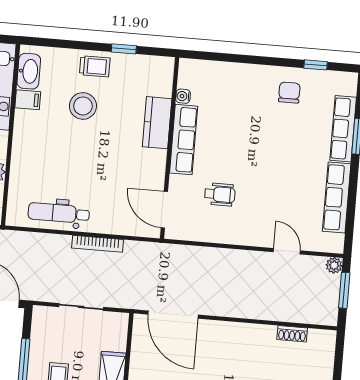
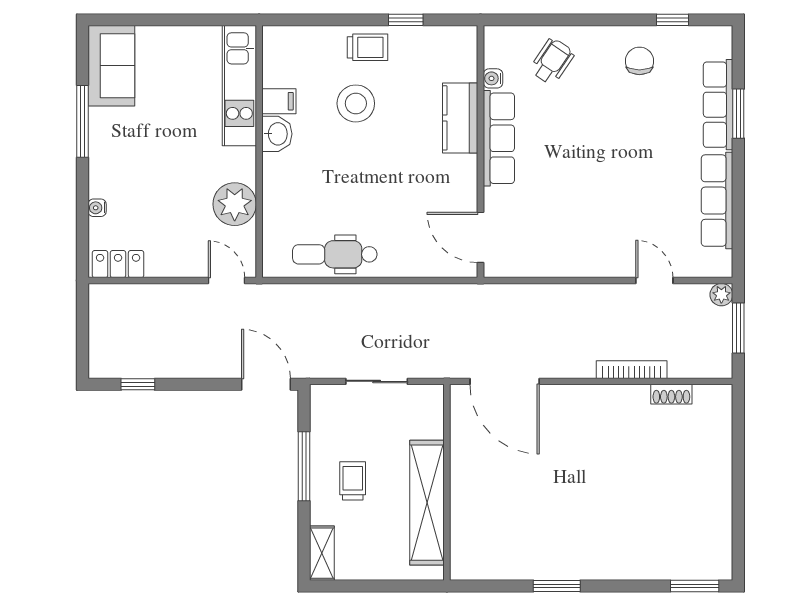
washbasin: (29, 71) -> (277, 134), moved, width x0.72
wheelchair: (220, 194) -> (552, 61), moved, turned -56
bookcase: (98, 244) -> (632, 370), moved, turned 180

